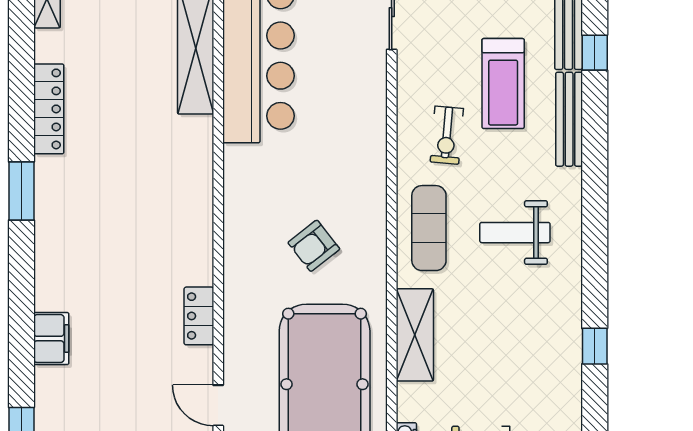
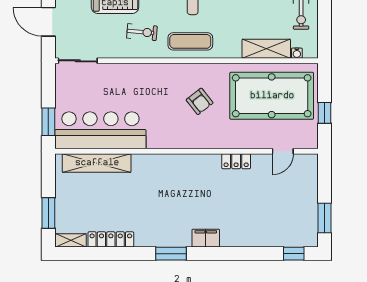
locker: (49, 109) -> (111, 239), moved
shelving: (415, 335) -> (266, 49), moved
filing cabinet: (51, 339) -> (206, 238), moved

